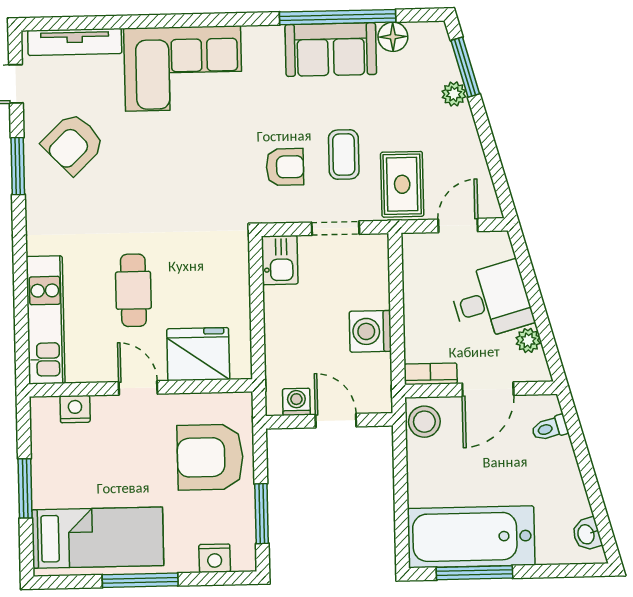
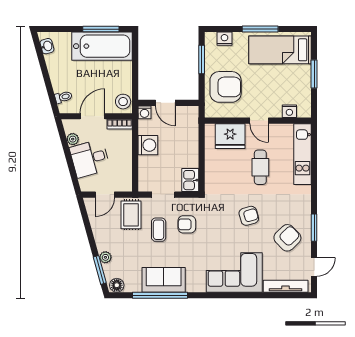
floor lamp: (393, 37) -> (117, 285), moved
armchair: (155, 188) -> (249, 216), added
washing machine: (296, 402) -> (144, 112), moved

